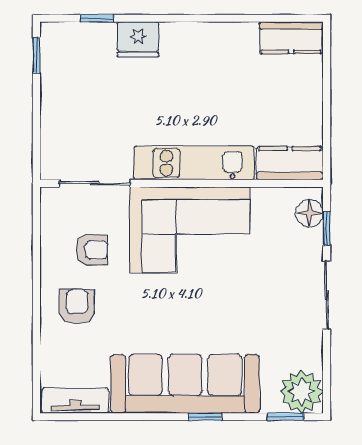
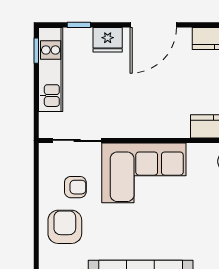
door: (203, 18) -> (153, 25), added
kitchen unit: (194, 163) -> (51, 69), moved, turned 90
armchair: (77, 307) -> (65, 227), width x1.38, depth x1.38

